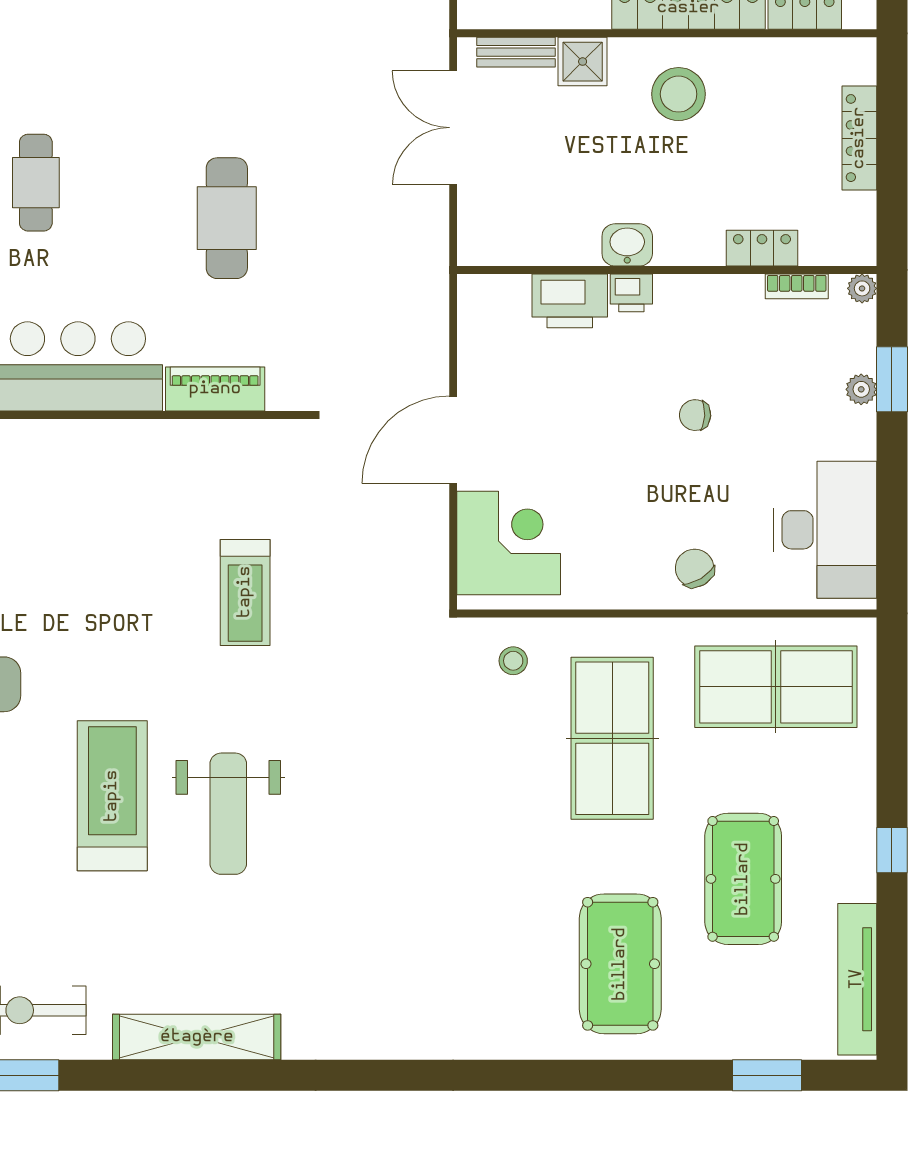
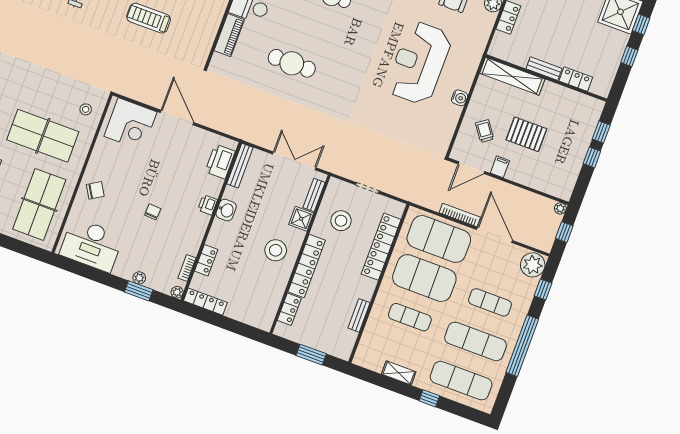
locker: (859, 138) -> (205, 302), moved
bench: (511, 251) -> (240, 166), added
printer: (570, 301) -> (220, 162), moved

